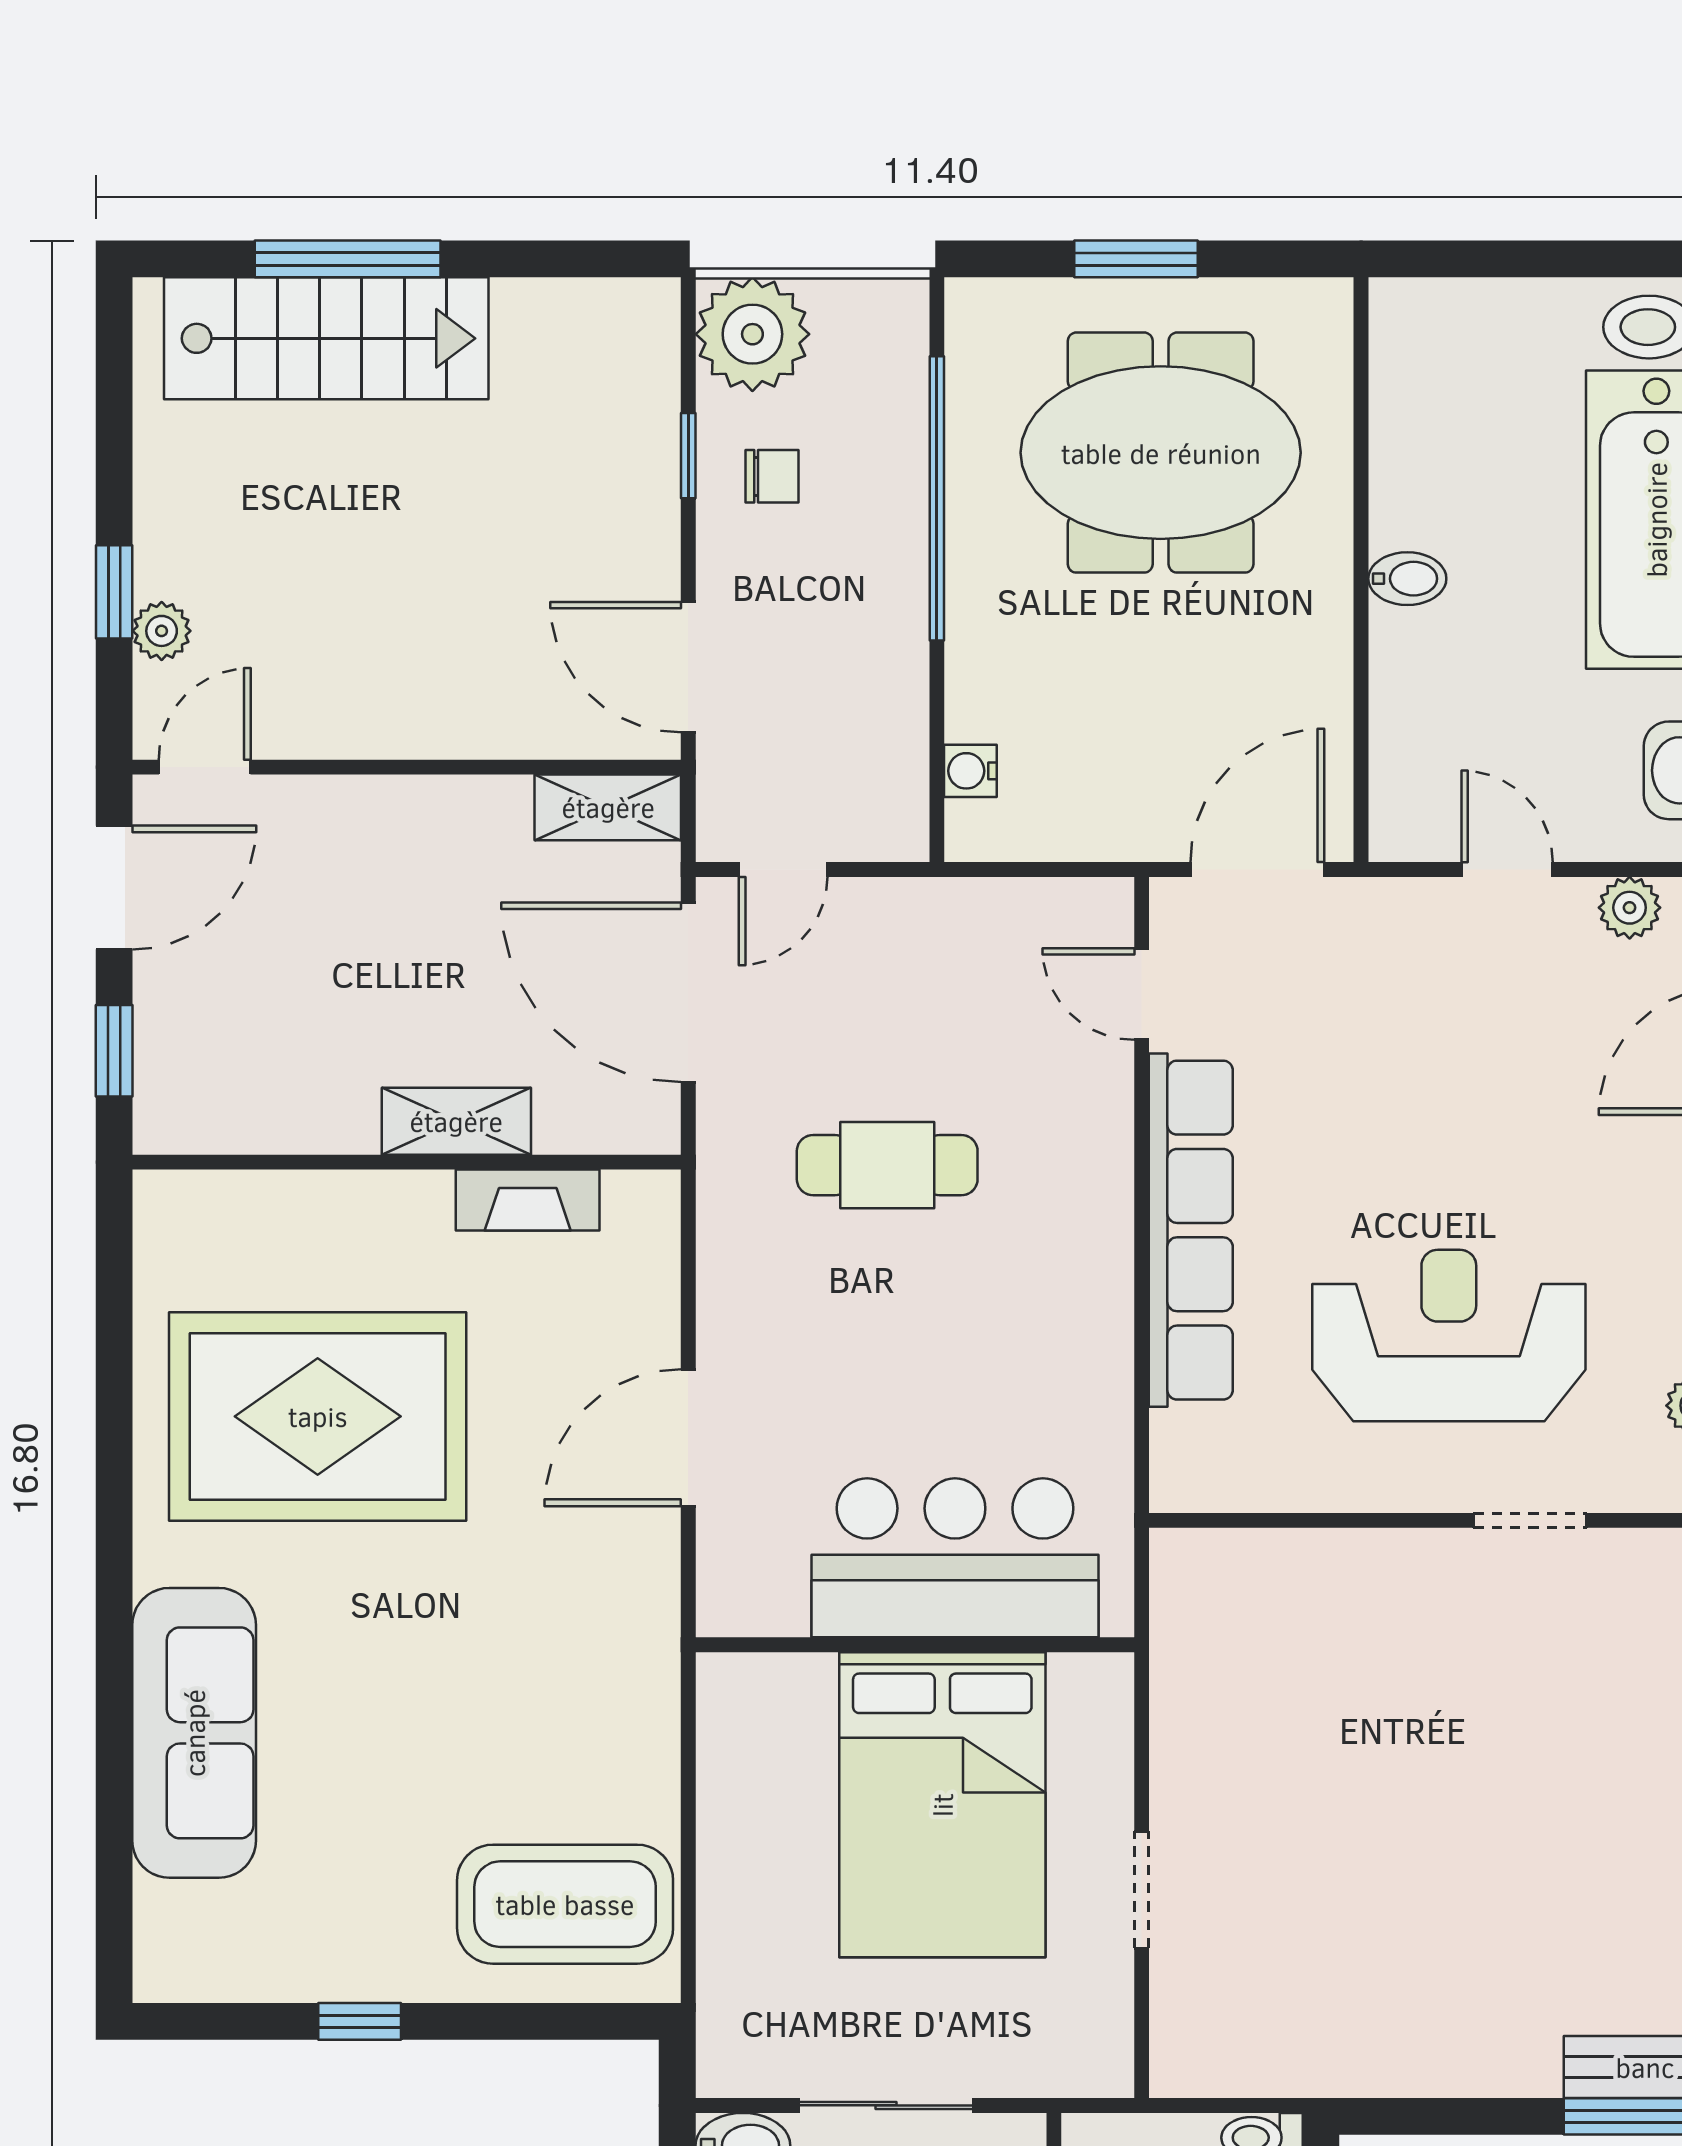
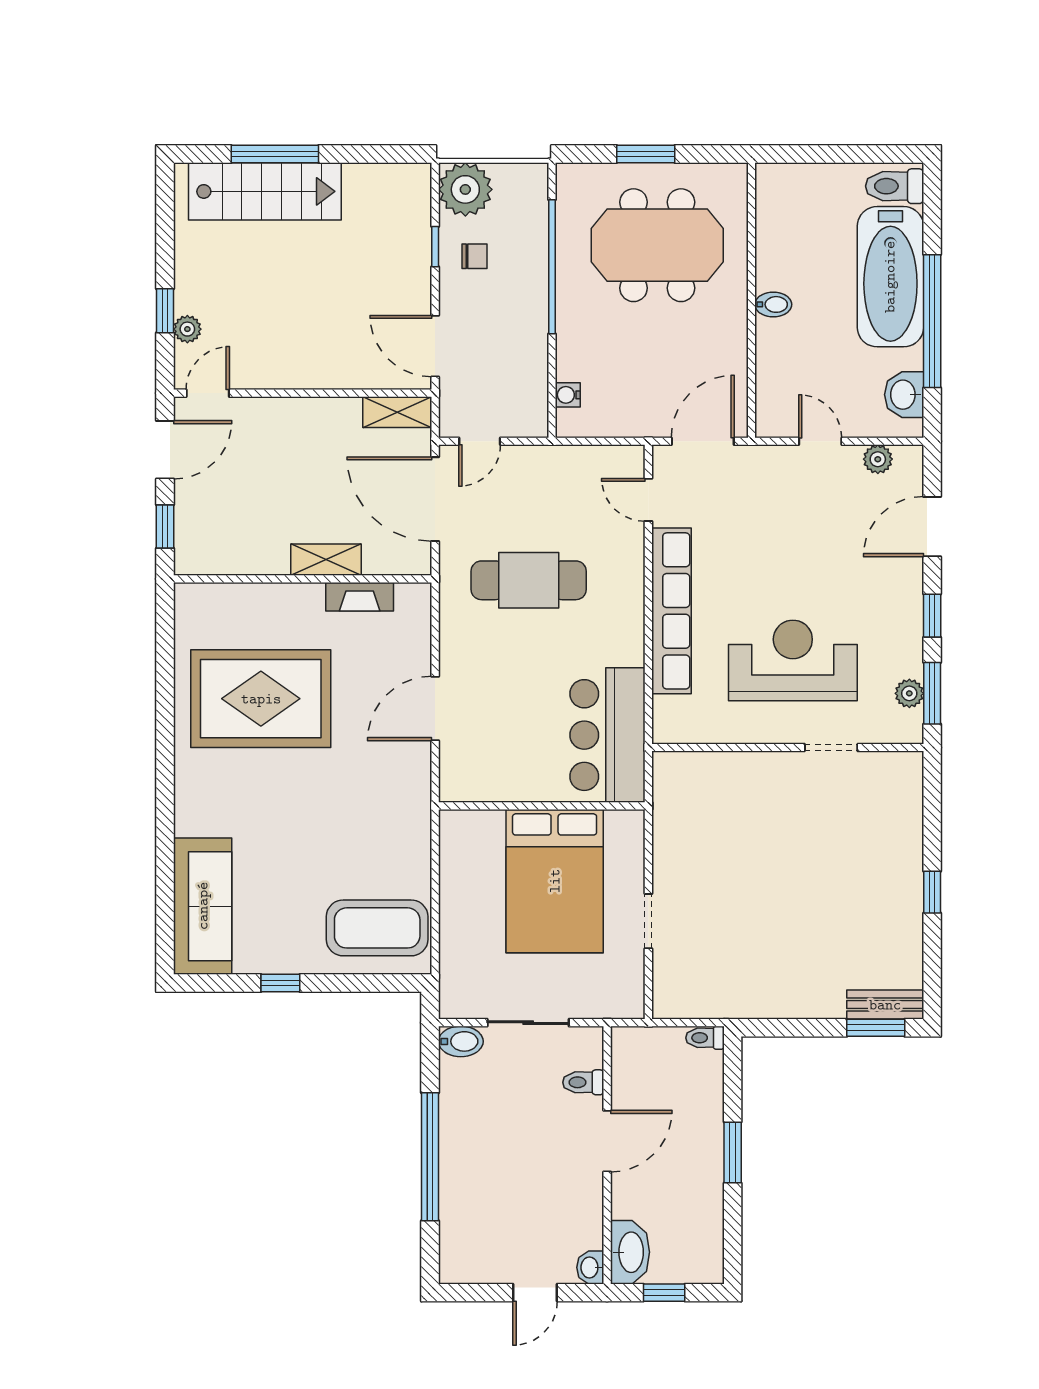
cafe table: (887, 1165) -> (529, 580), width x1.37, depth x1.35
bar counter: (955, 1558) -> (607, 735), moved, turned -90
sofa: (194, 1733) -> (203, 906), moved

